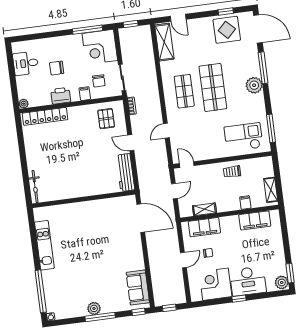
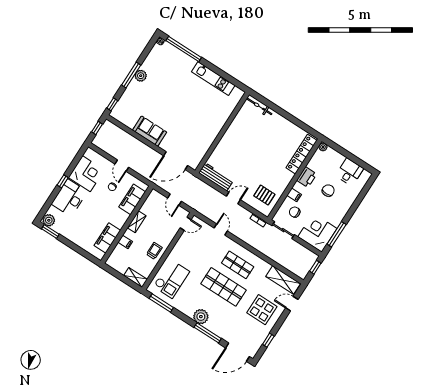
display table: (227, 30) -> (262, 310), moved
shelving: (271, 190) -> (135, 277), moved
shelving: (204, 209) -> (137, 222), moved
sofa: (138, 287) -> (150, 131), moved

